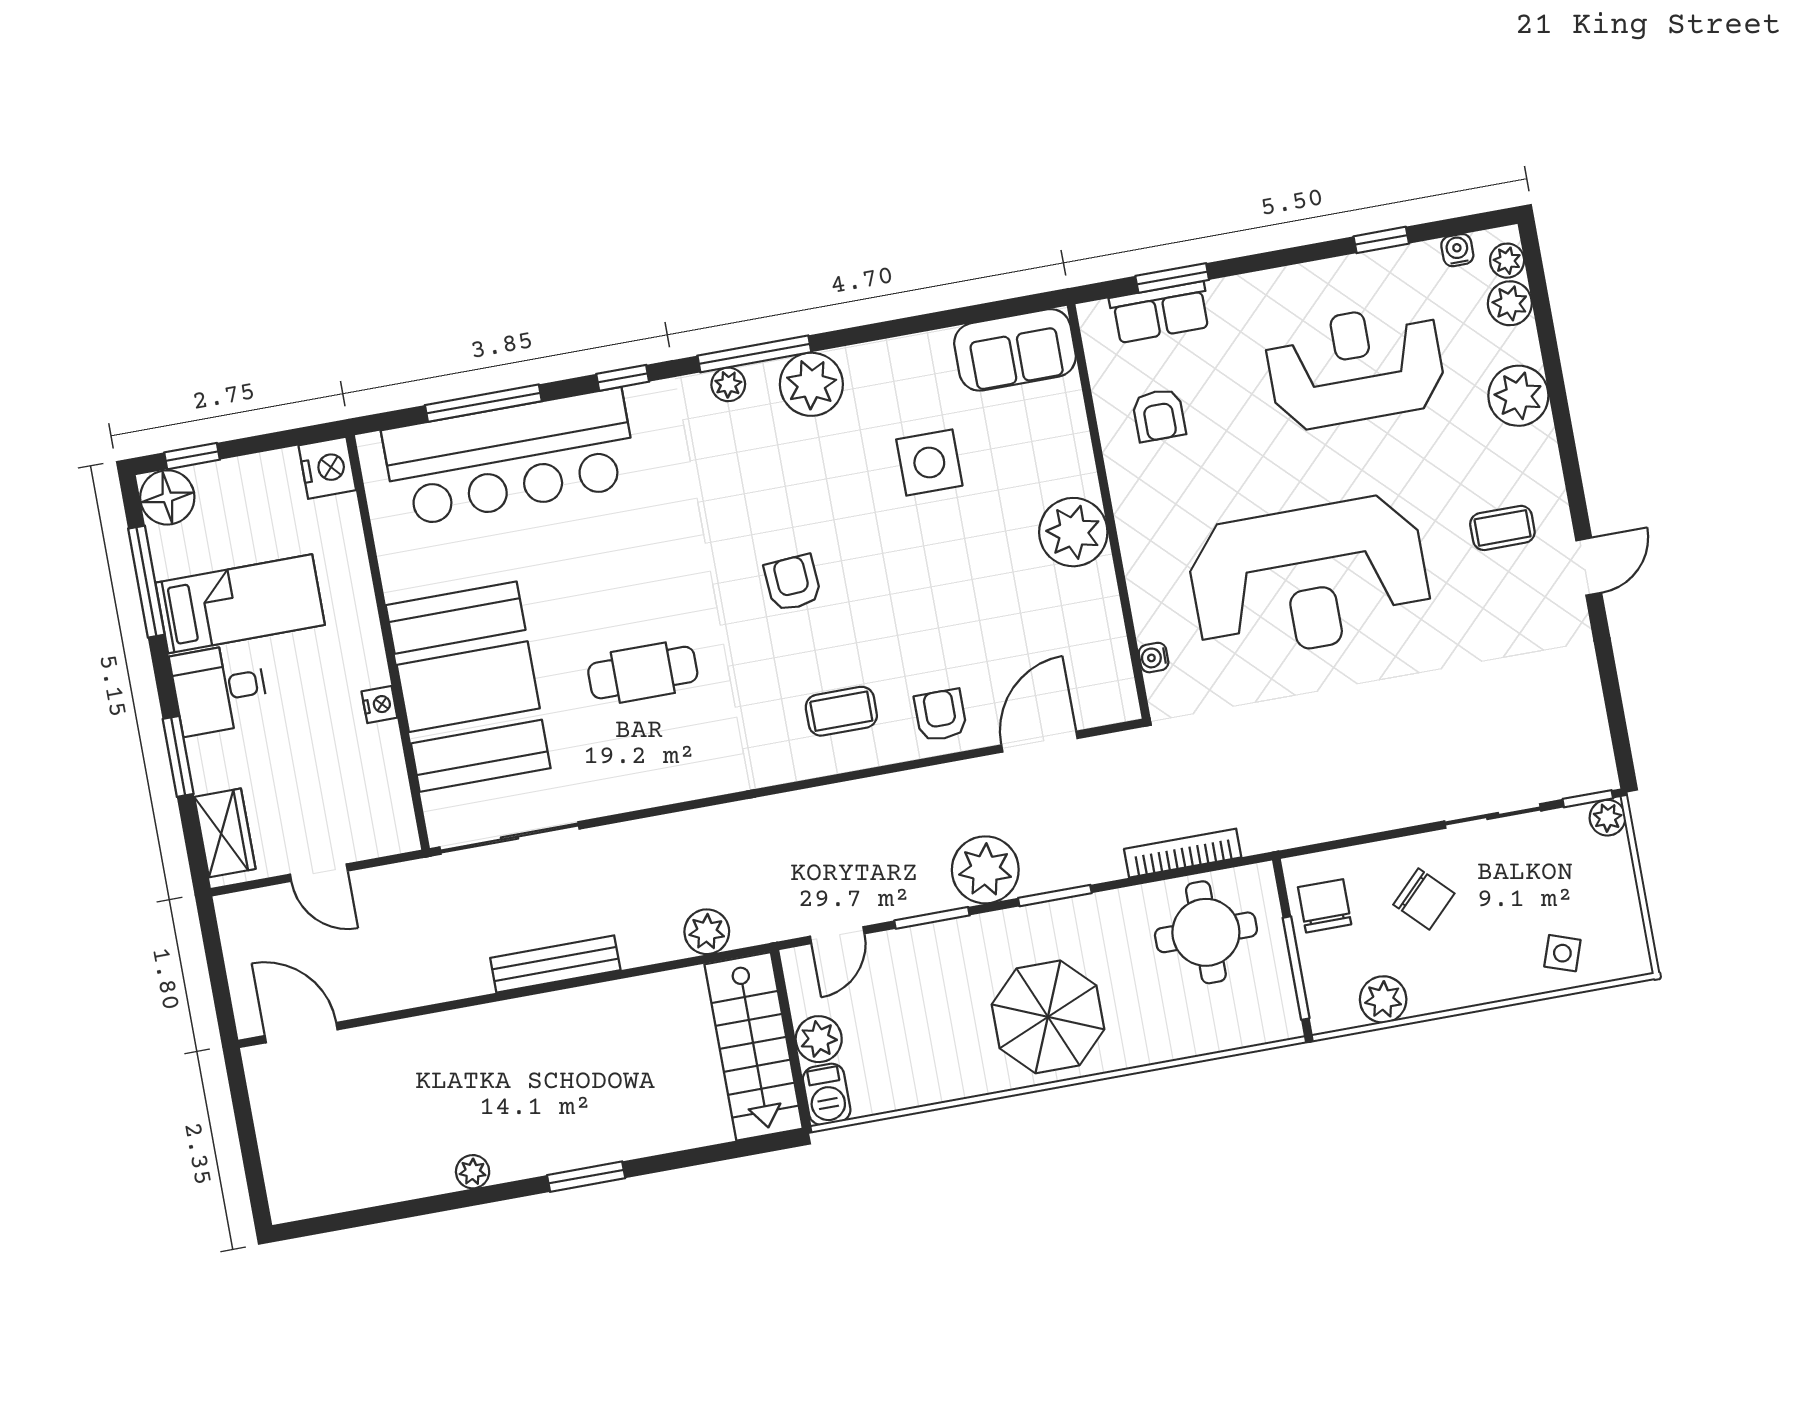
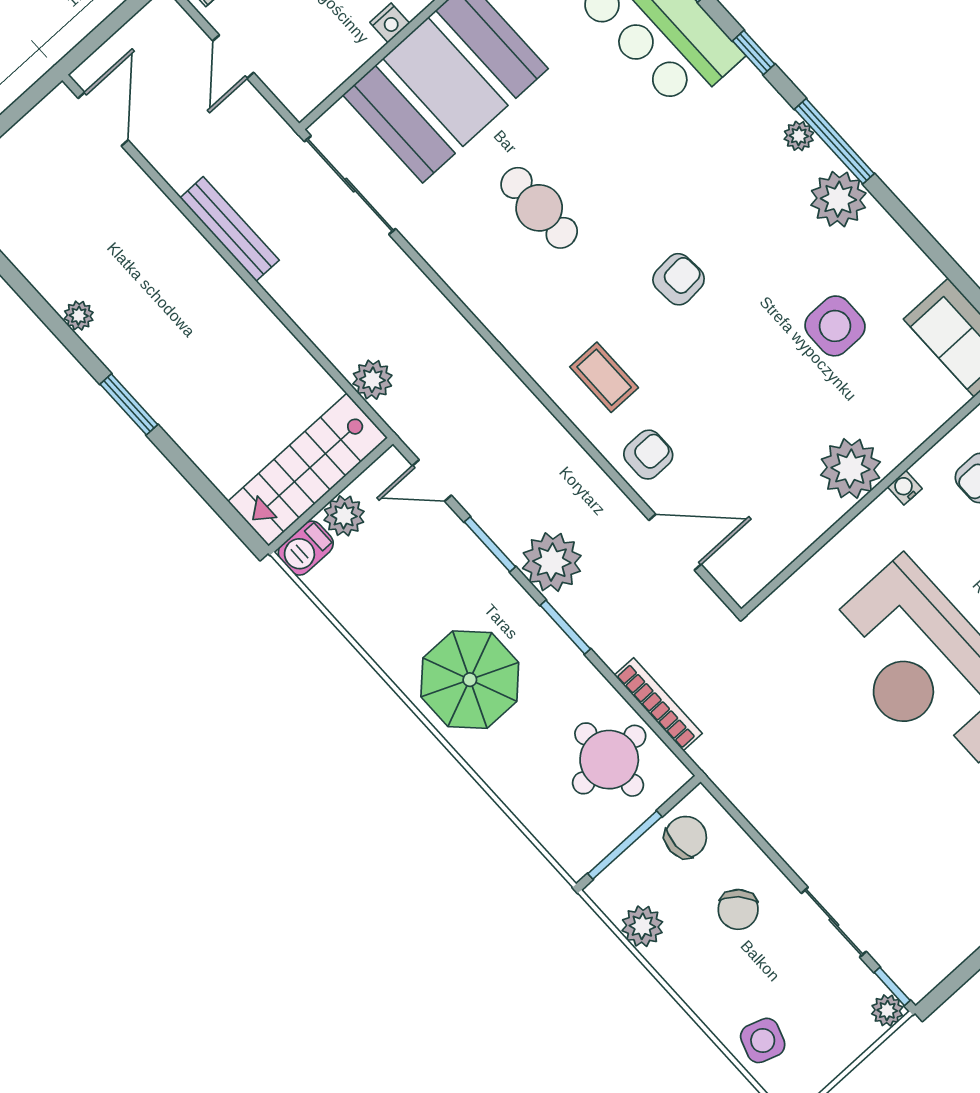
water cooler: (1154, 658) -> (905, 488), moved
side table: (1562, 953) -> (763, 1040), width x1.37, depth x1.37
bench: (555, 964) -> (230, 229), moved

